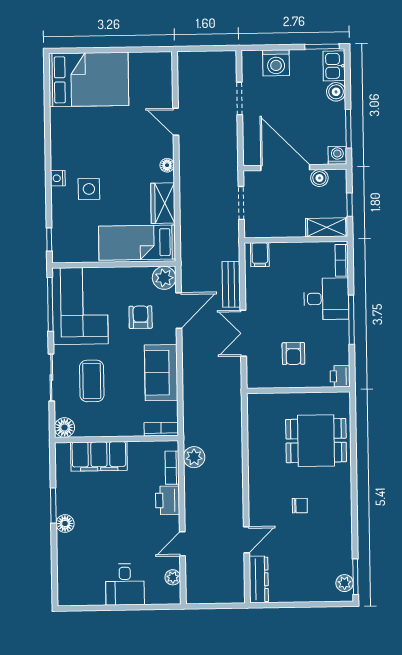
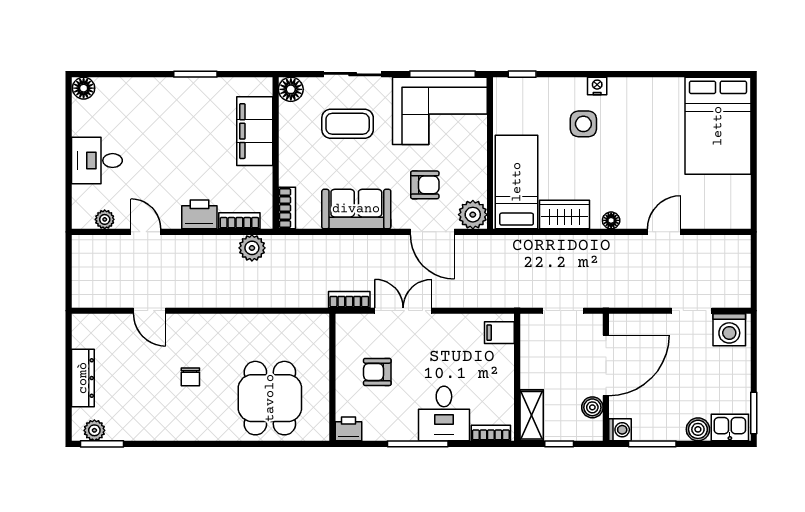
washing machine: (276, 63) -> (729, 330), moved, turned -90
bench: (231, 284) -> (464, 297), removed
bookcase: (235, 377) -> (349, 300), added
floor lamp: (65, 524) -> (84, 88), moved
dresser: (259, 579) -> (83, 378), moved, turned -90

